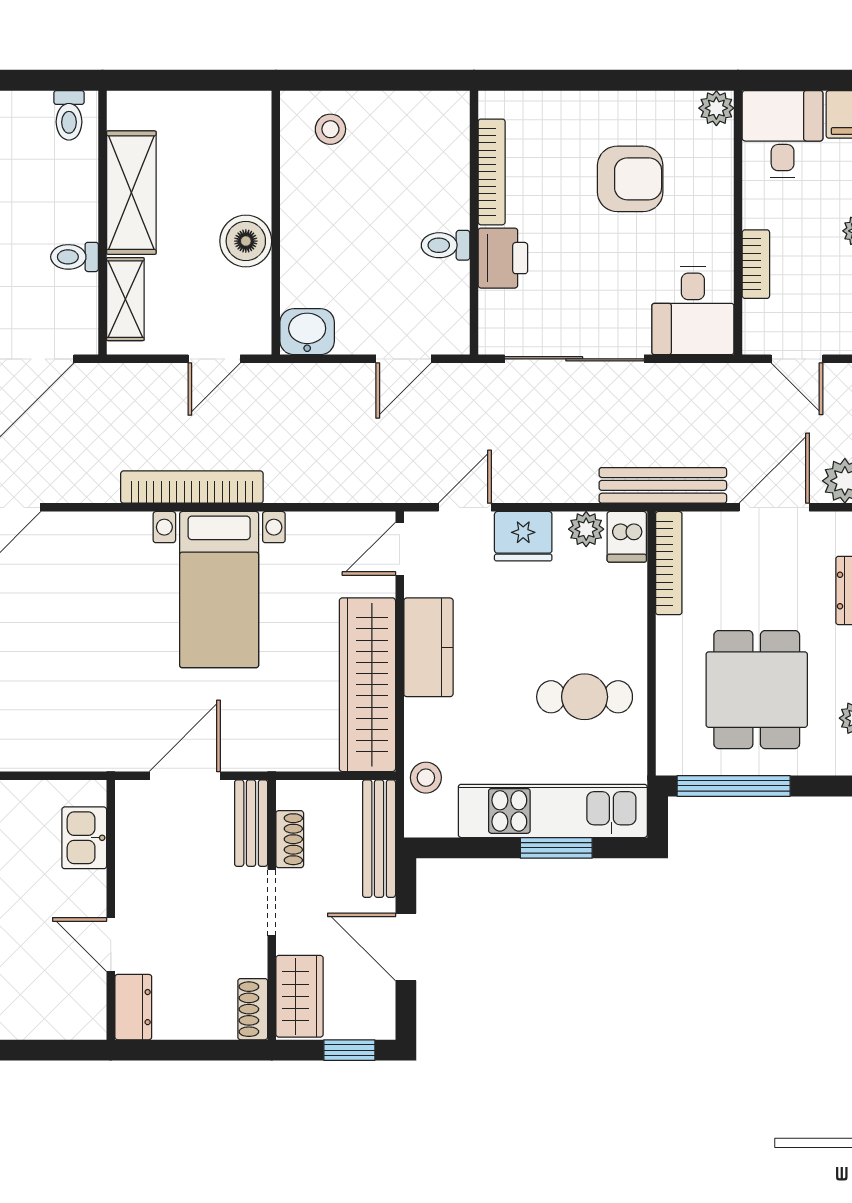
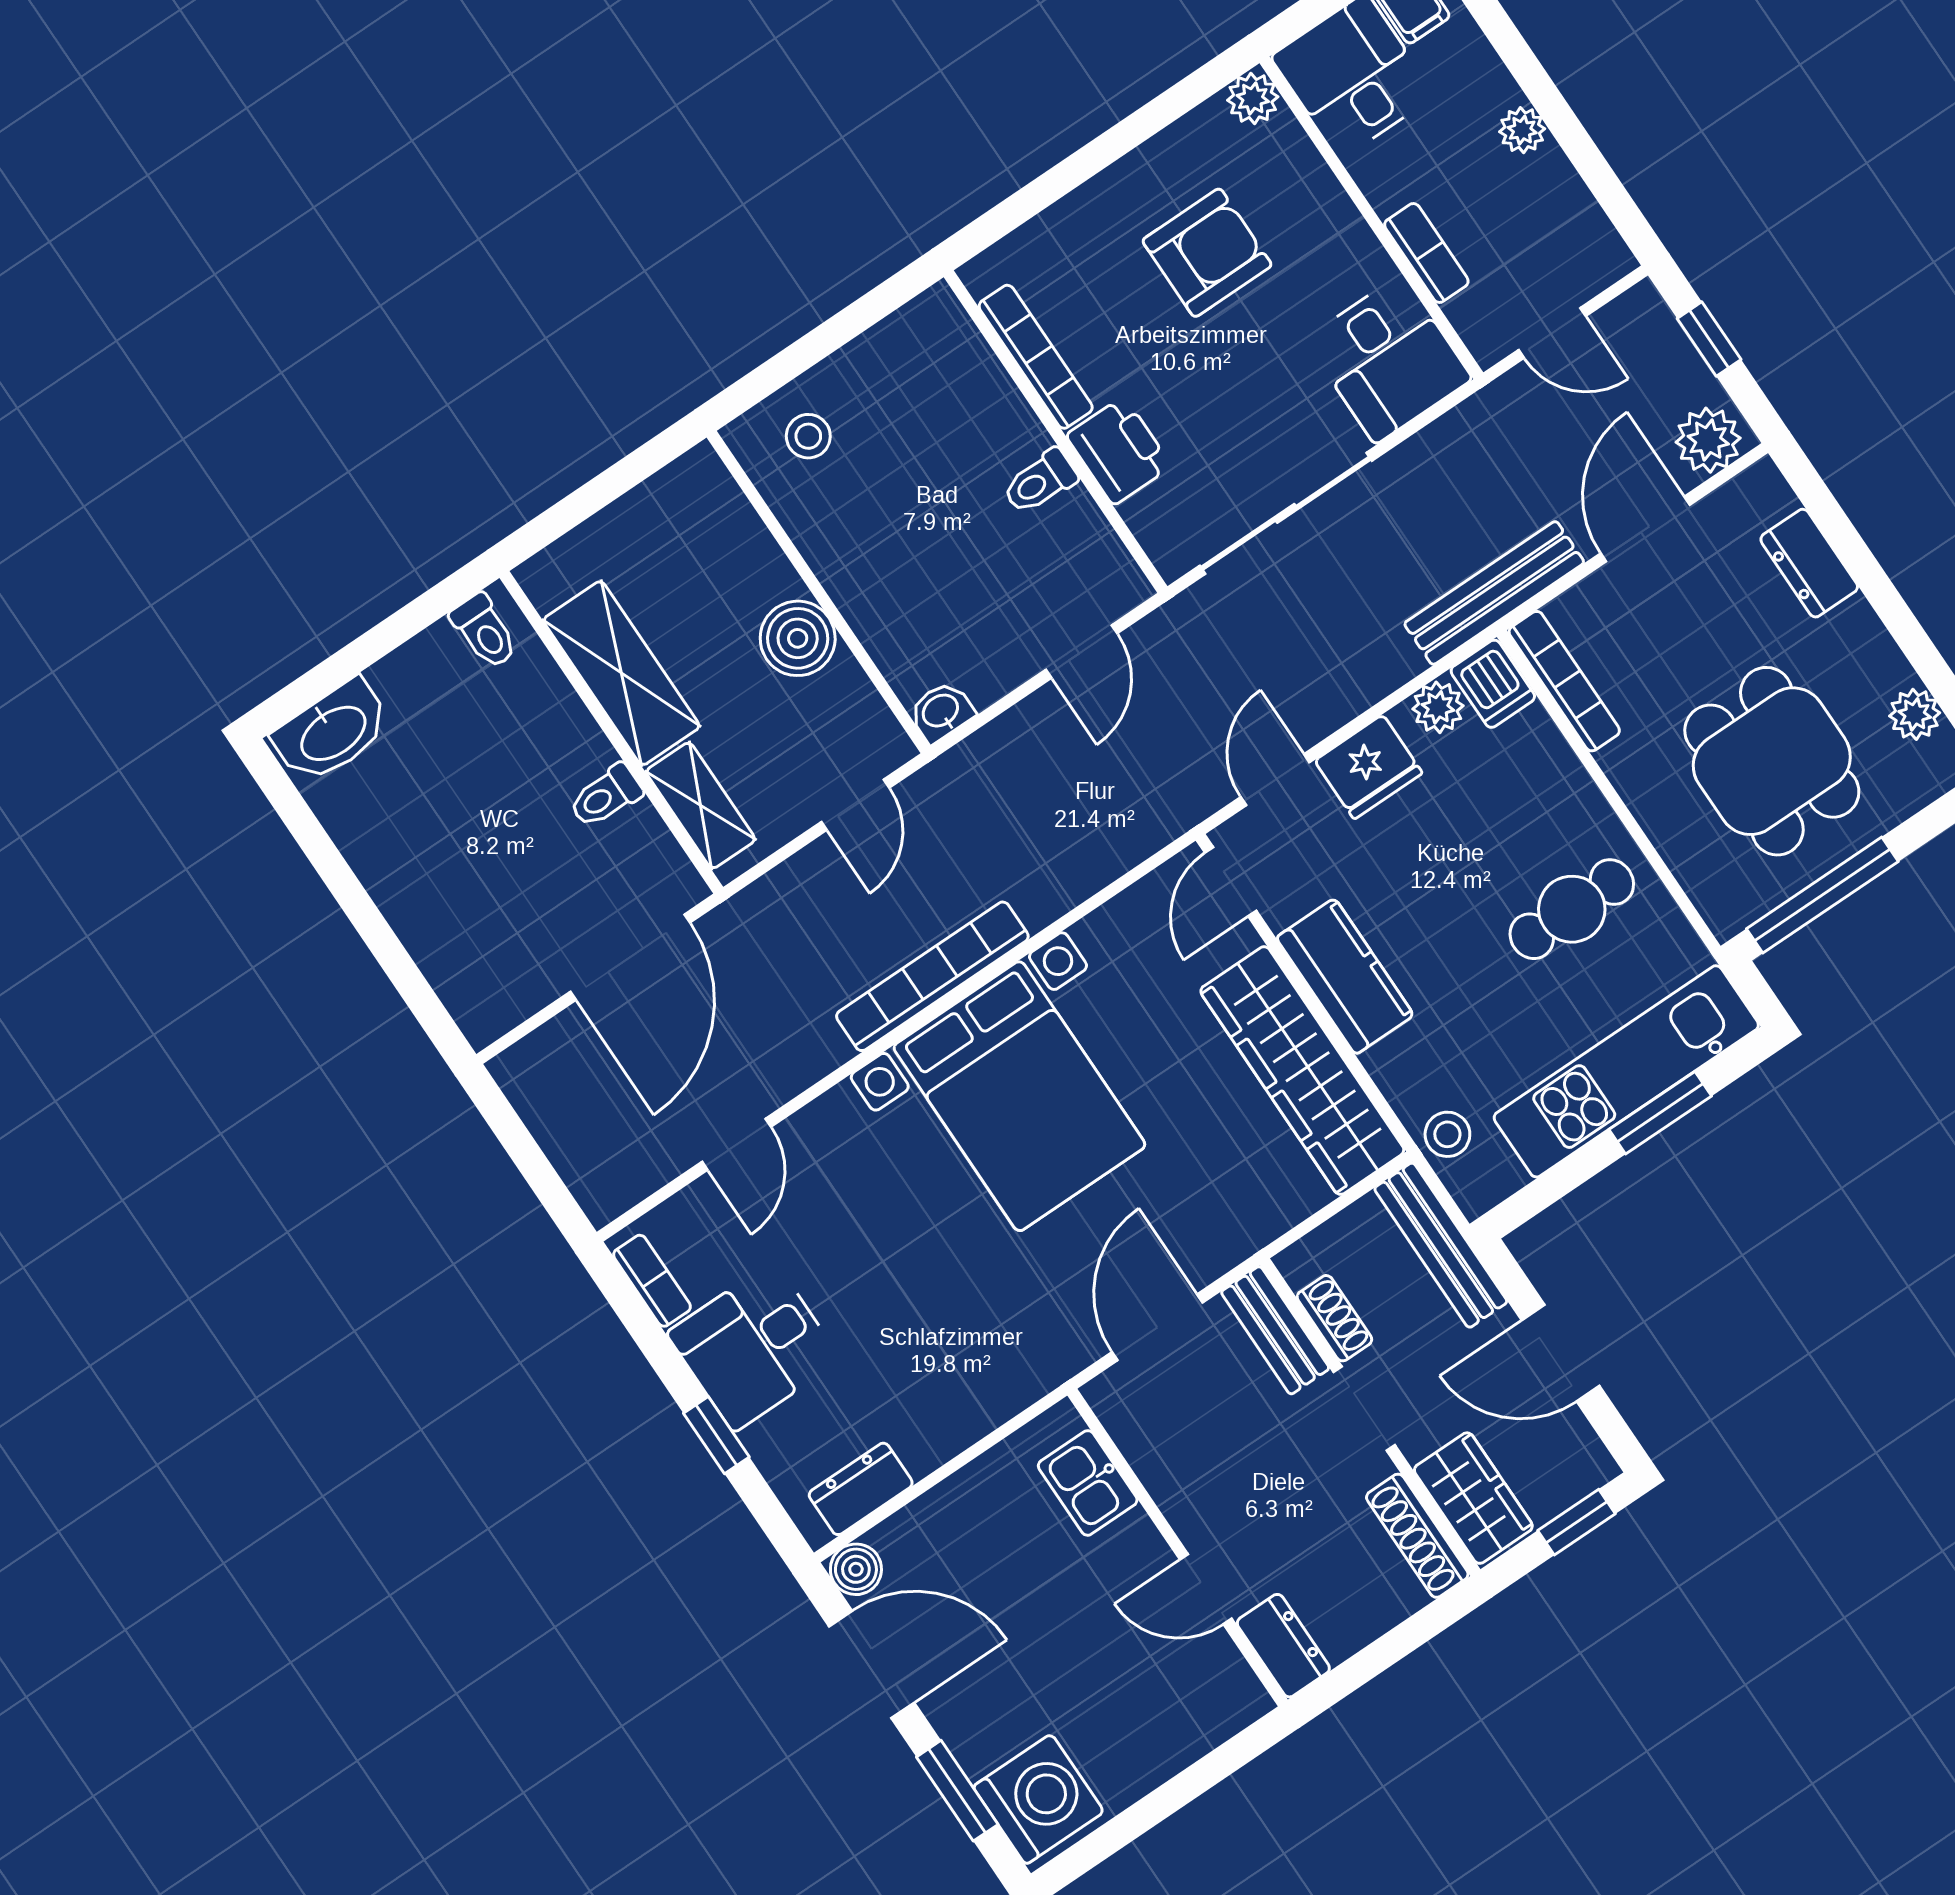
washbasin: (307, 332) -> (941, 712), width x0.72, depth x0.69
bed with nightstands: (219, 590) -> (1019, 1096), width x1.36
shoe rack: (253, 1009) -> (1417, 1536), width x1.43

